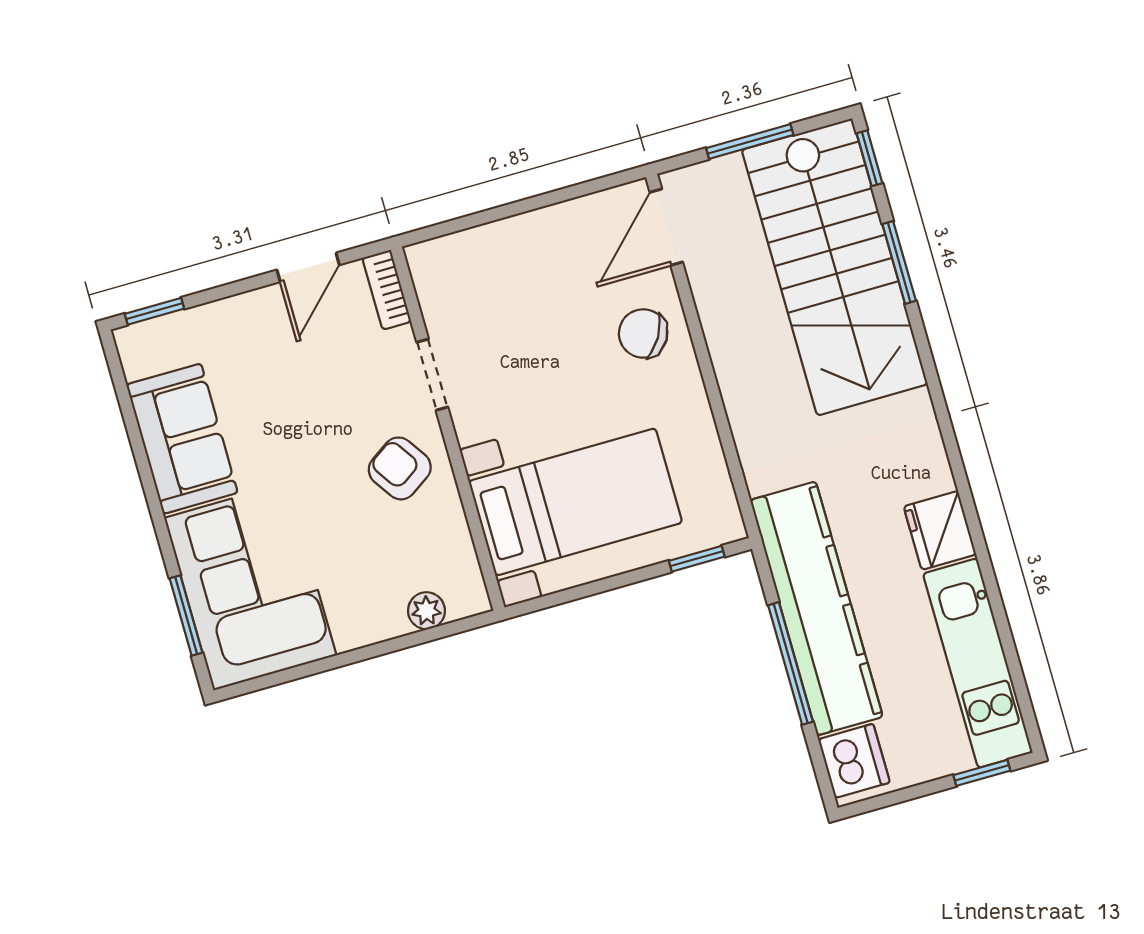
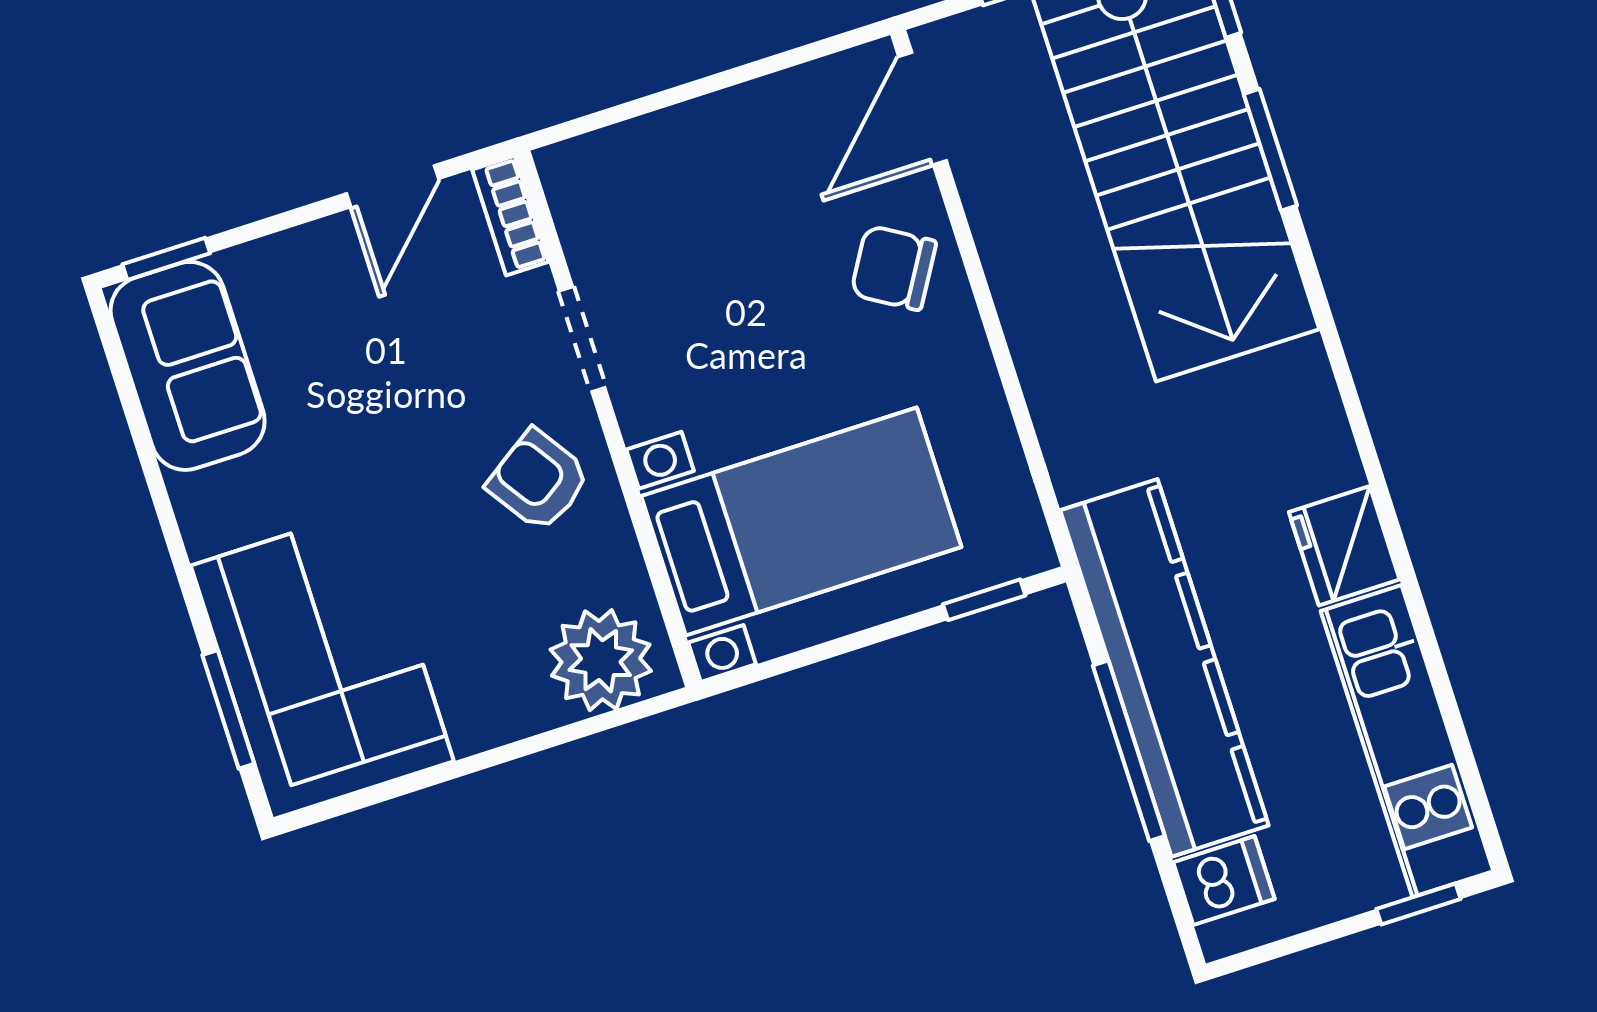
sofa: (182, 439) -> (188, 366), moved
plant: (426, 611) -> (601, 660), width x1.87, depth x1.87
dishwasher: (854, 761) -> (1224, 881), width x0.73

